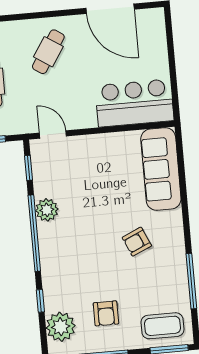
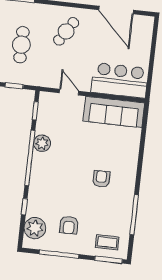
door: (53, 134) -> (69, 92), moved
sofa: (161, 169) -> (114, 112), moved, turned -90
armchair: (137, 242) -> (101, 179), turned 114
coffee table: (162, 326) -> (107, 242), width x0.73, depth x0.77

